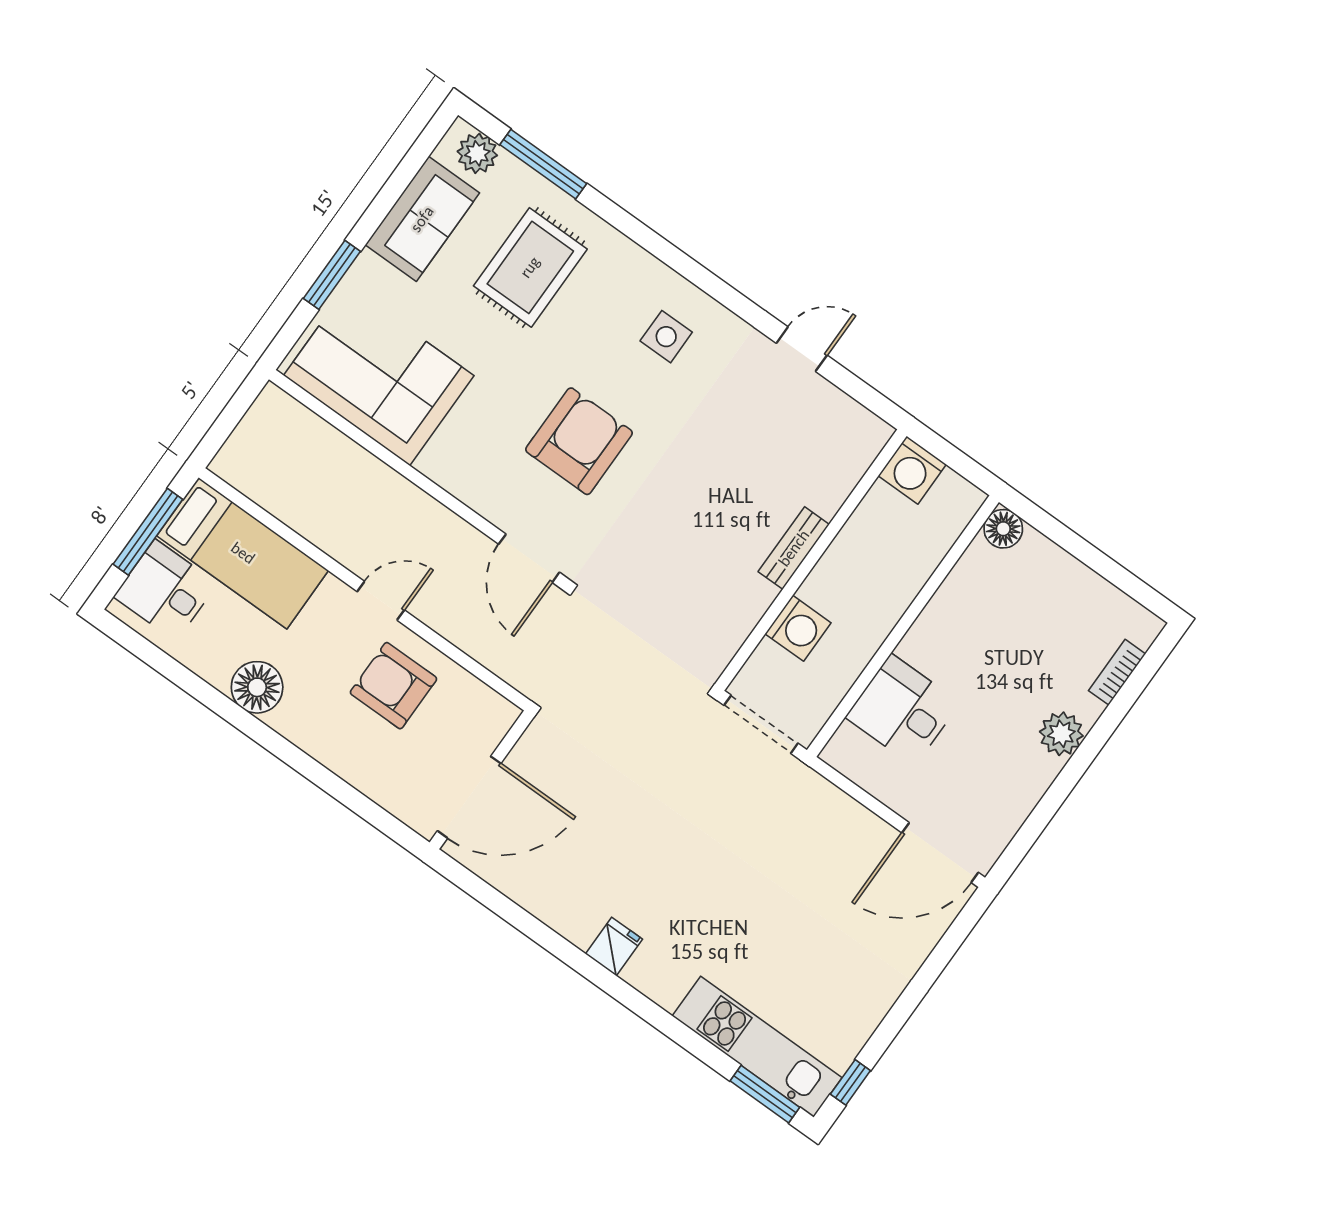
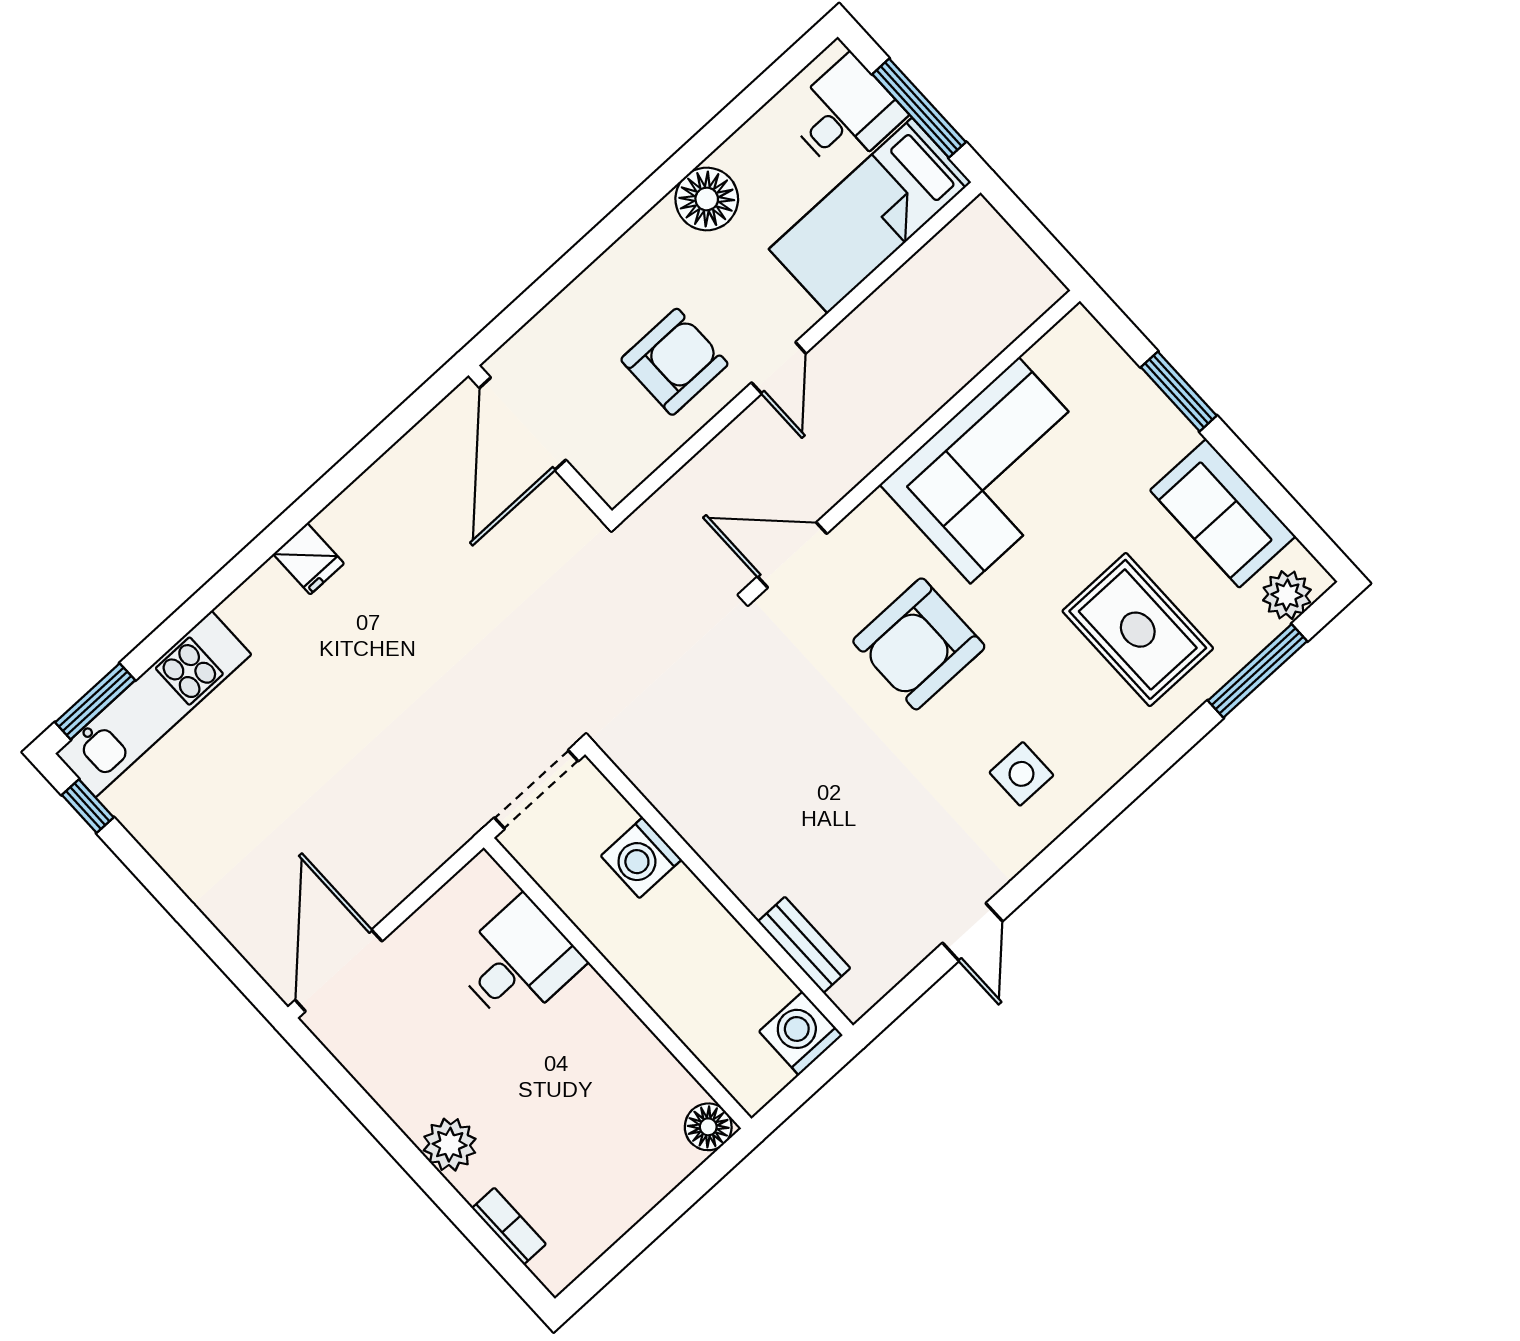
corner sofa: (379, 376) -> (994, 470), moved
armchair: (579, 441) -> (919, 644), turned 90
bench: (794, 548) -> (804, 945), moved

